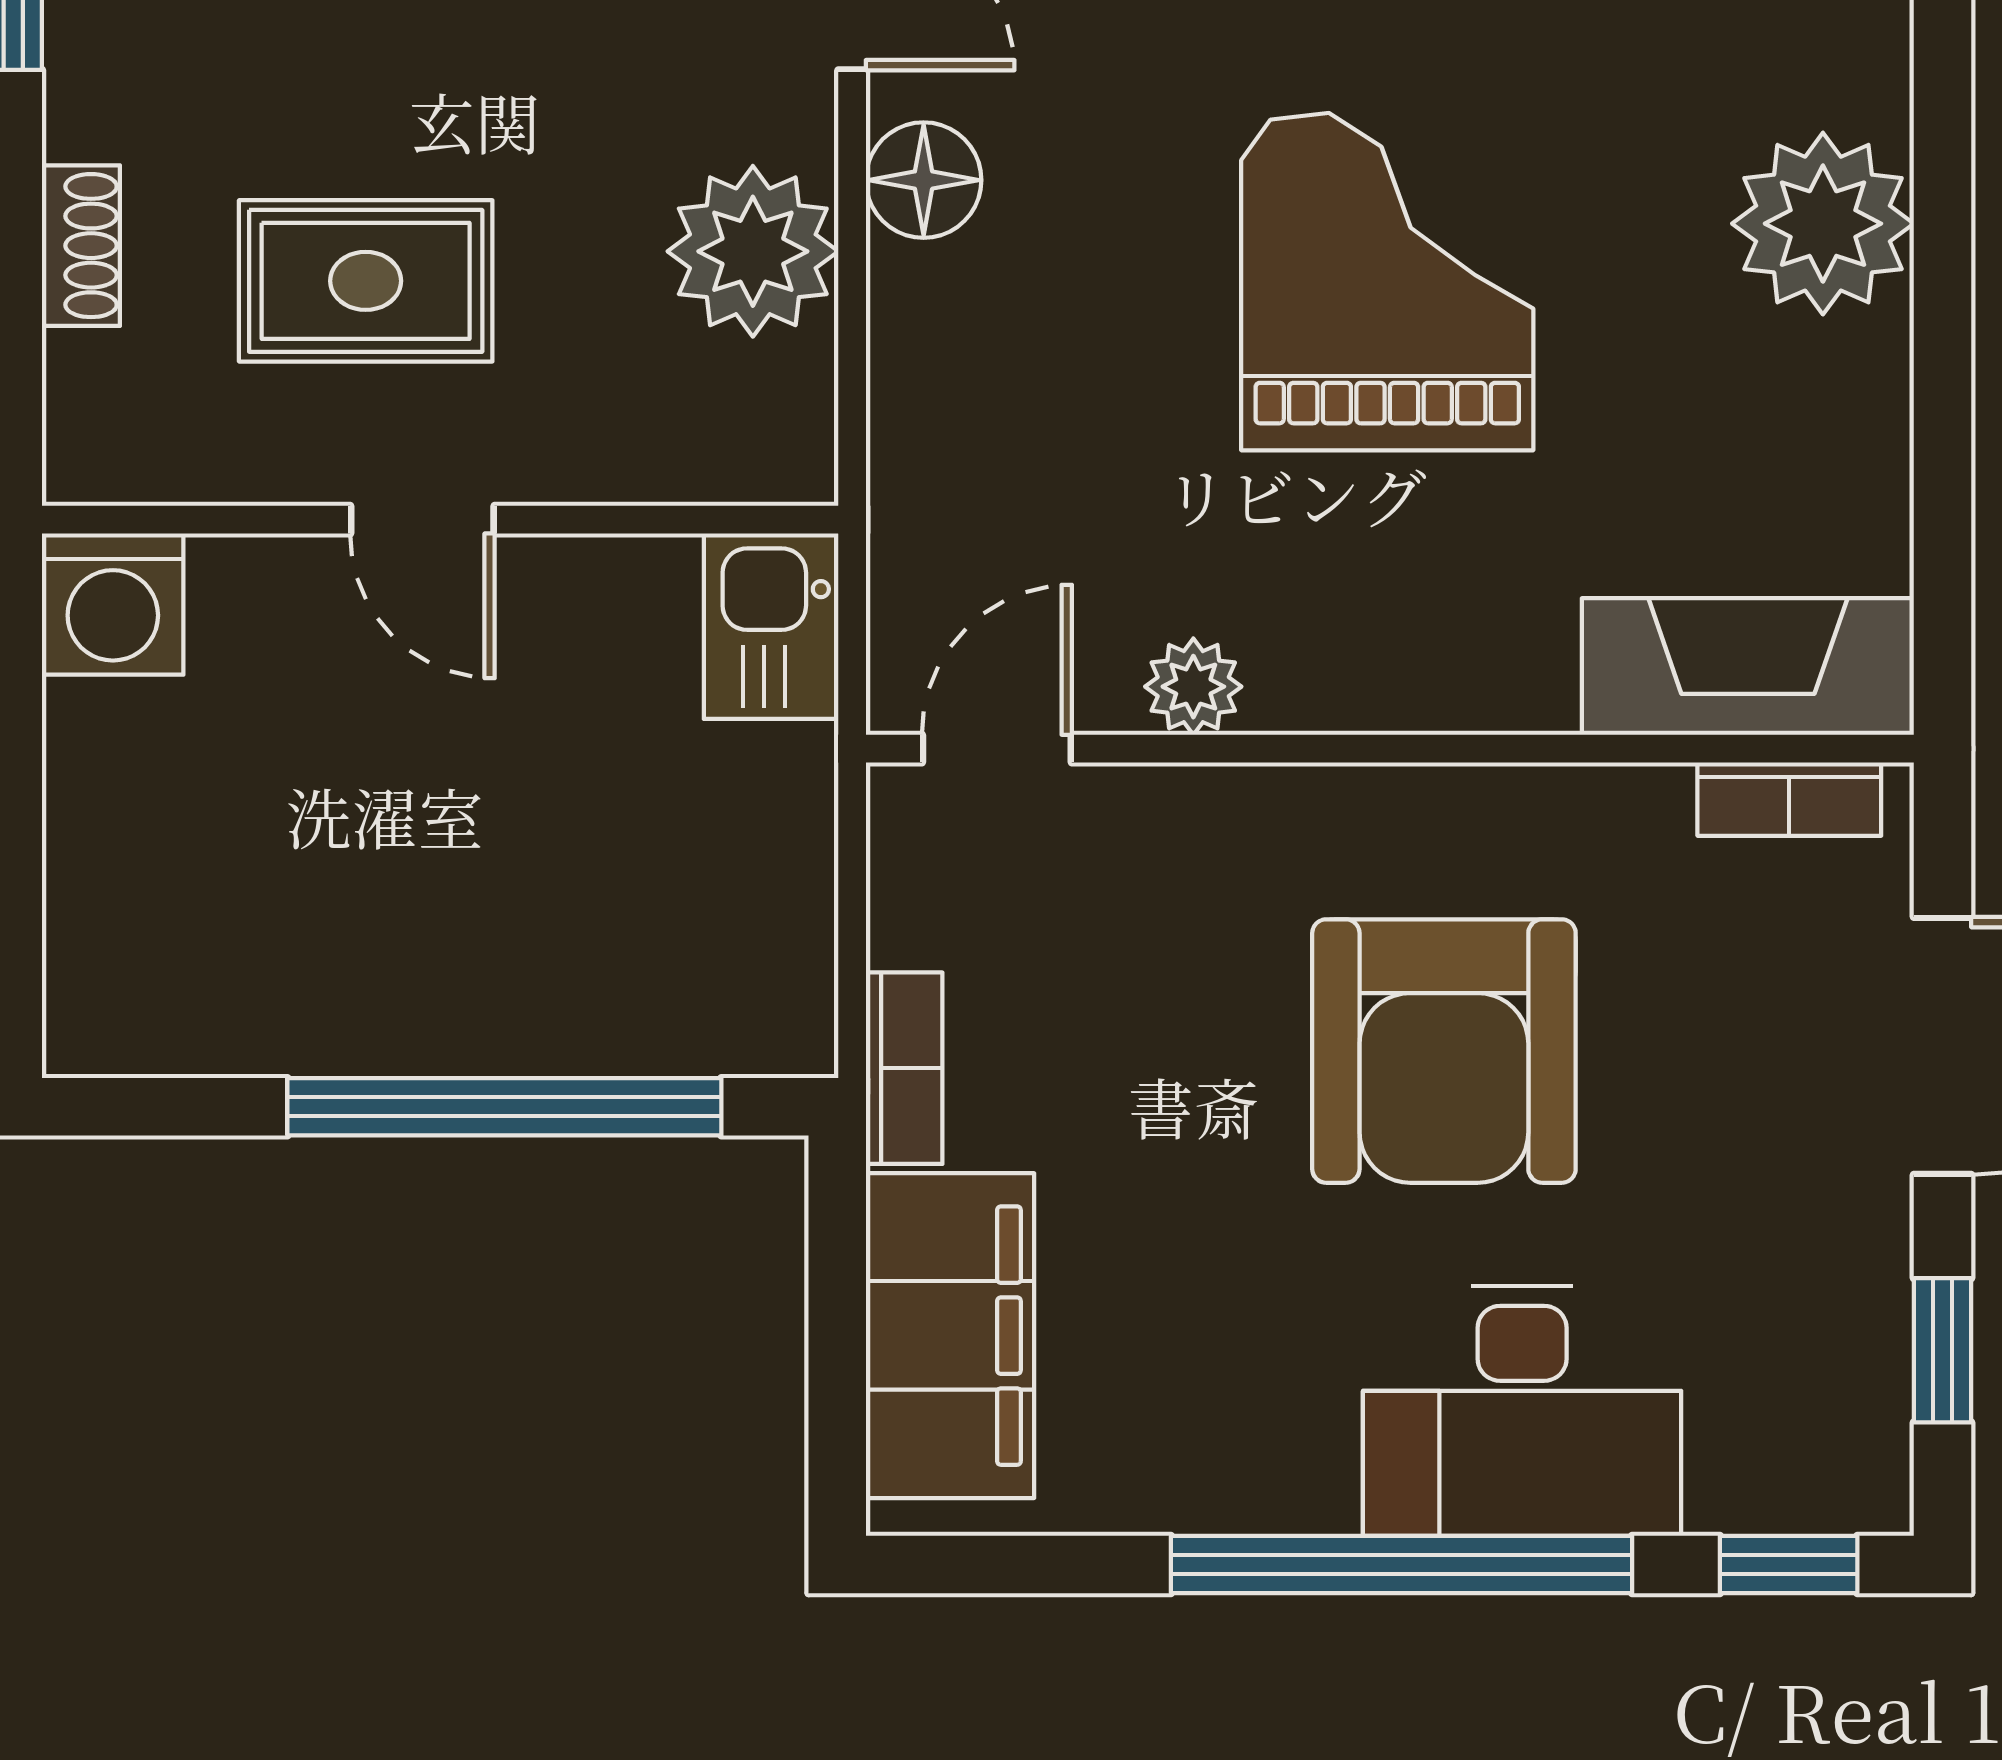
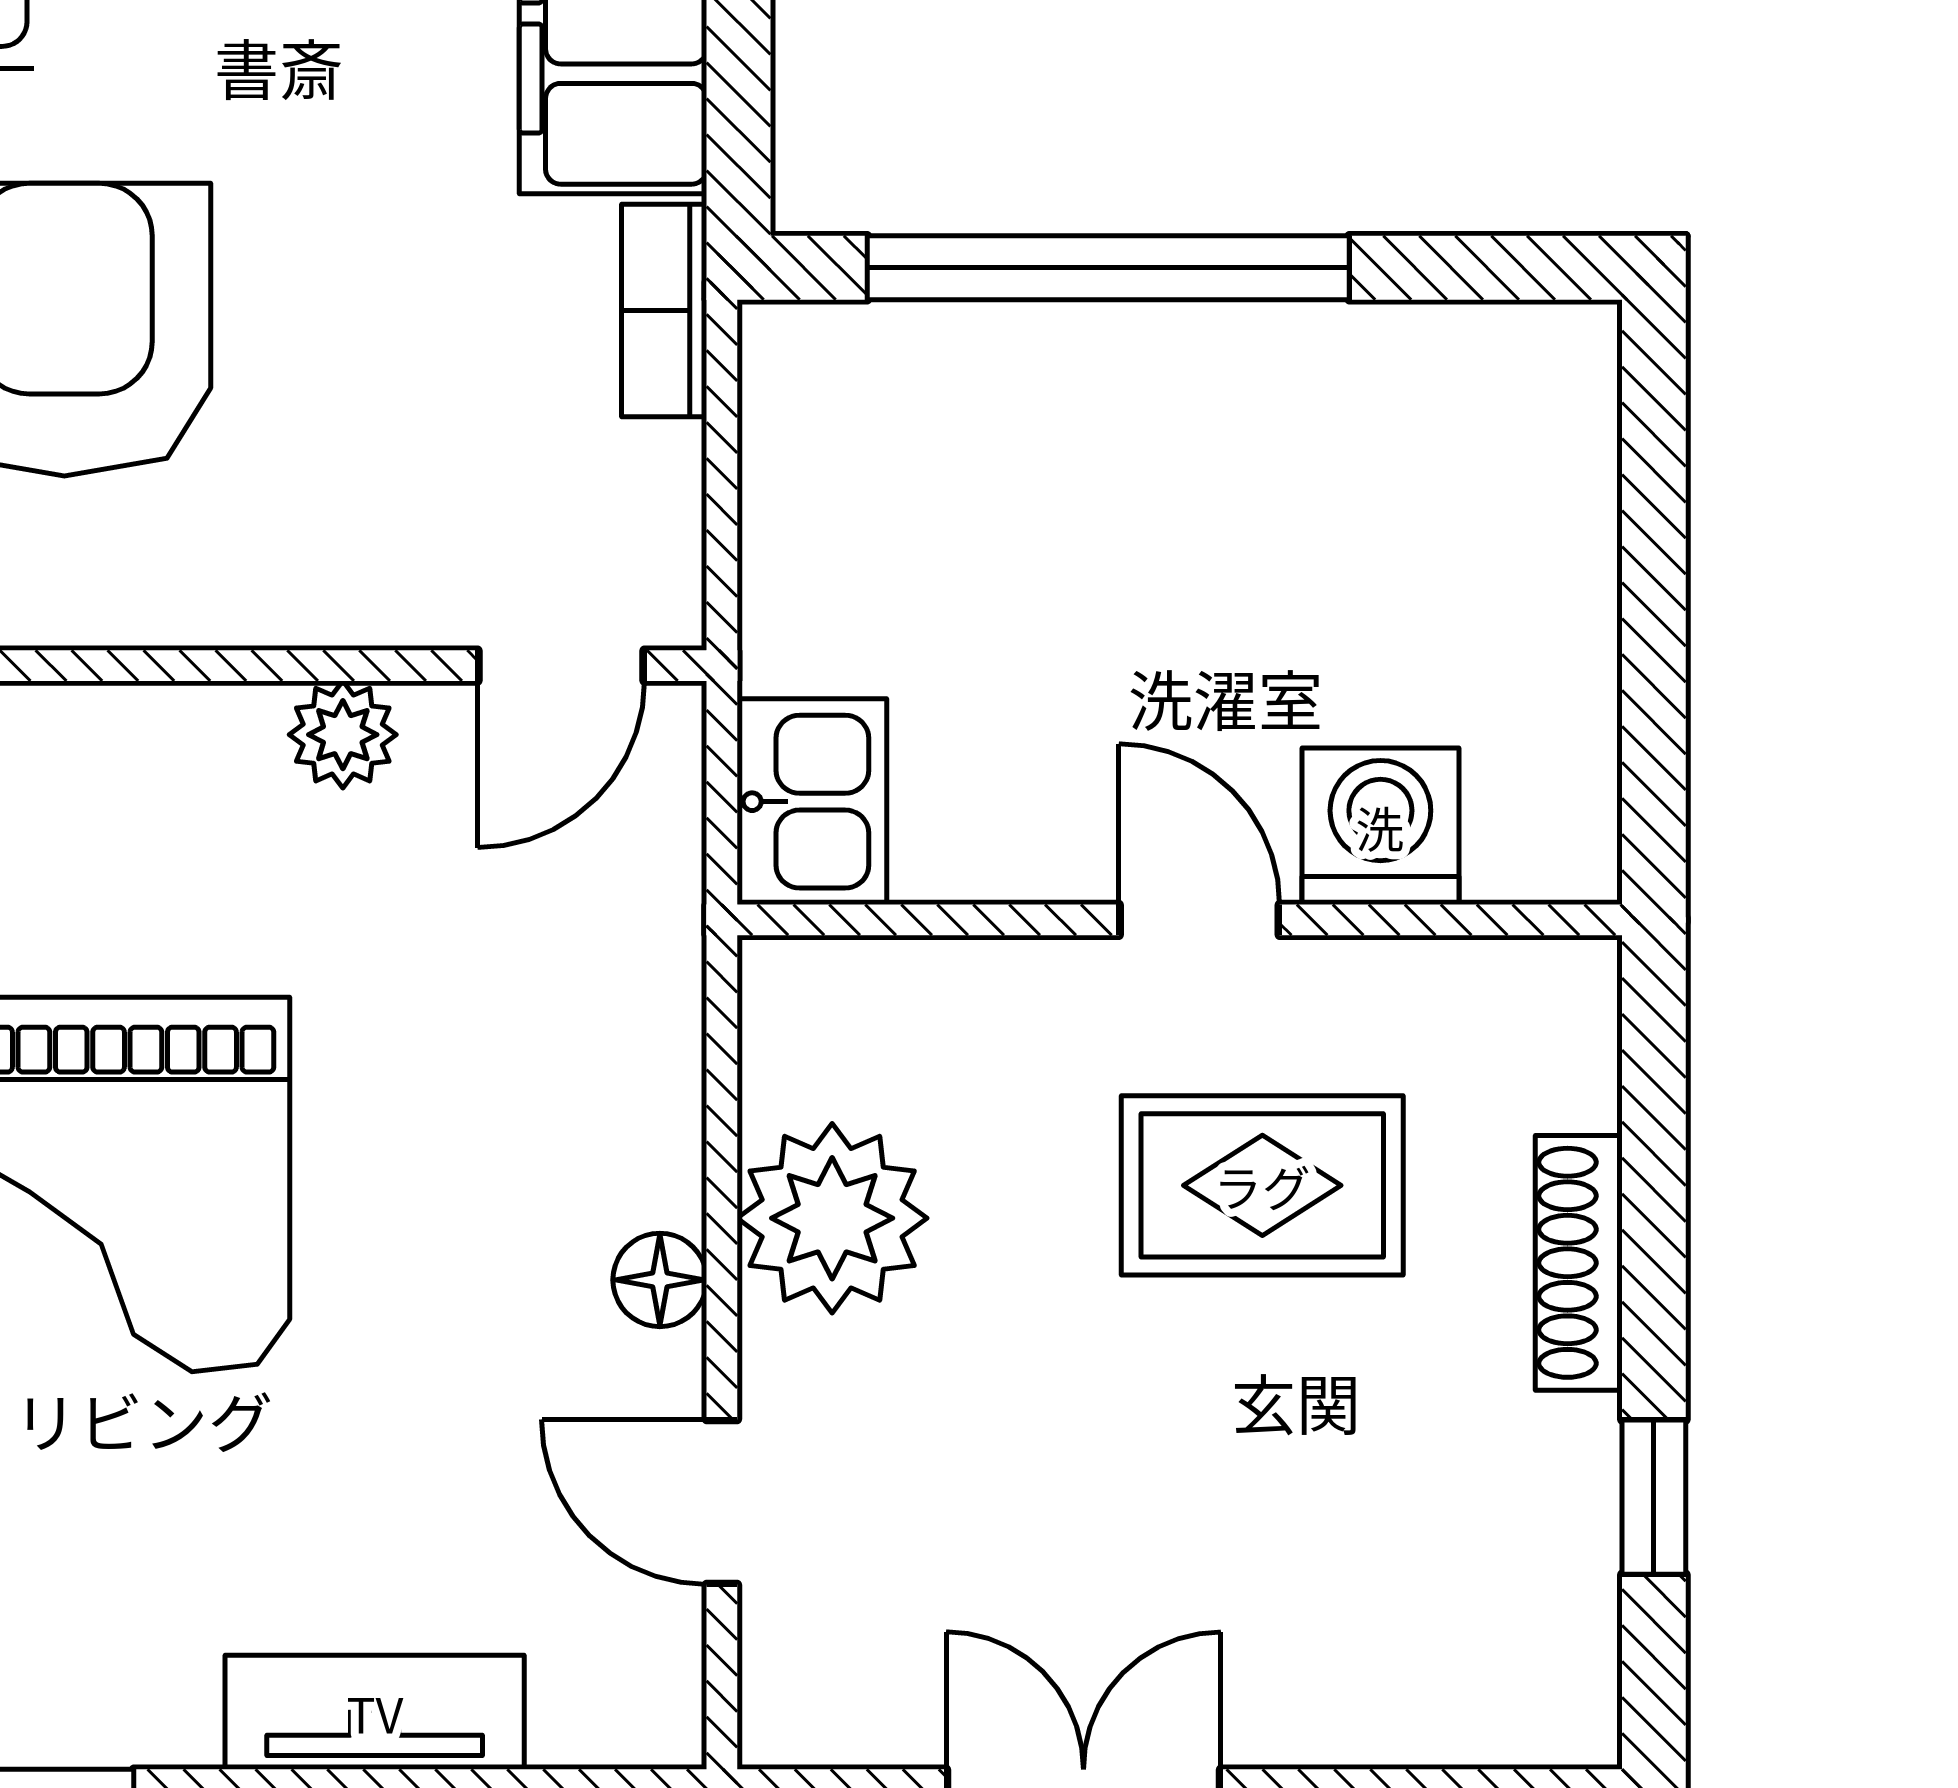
floor lamp: (924, 180) -> (660, 1280), width x0.73, depth x0.73
shoe rack: (81, 246) -> (1579, 1263), width x1.43
washing machine: (113, 604) -> (1380, 826), moved

